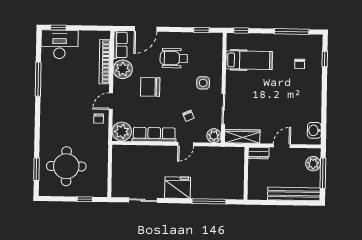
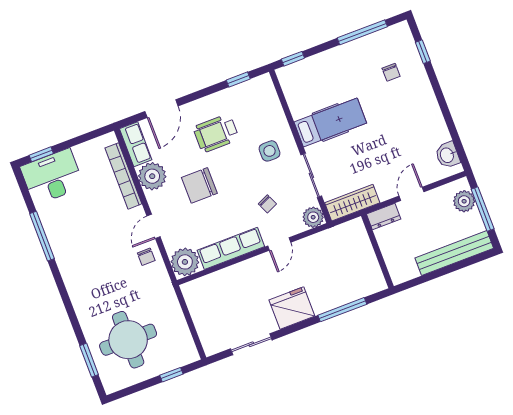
hospital bed: (249, 60) -> (330, 122), moved

